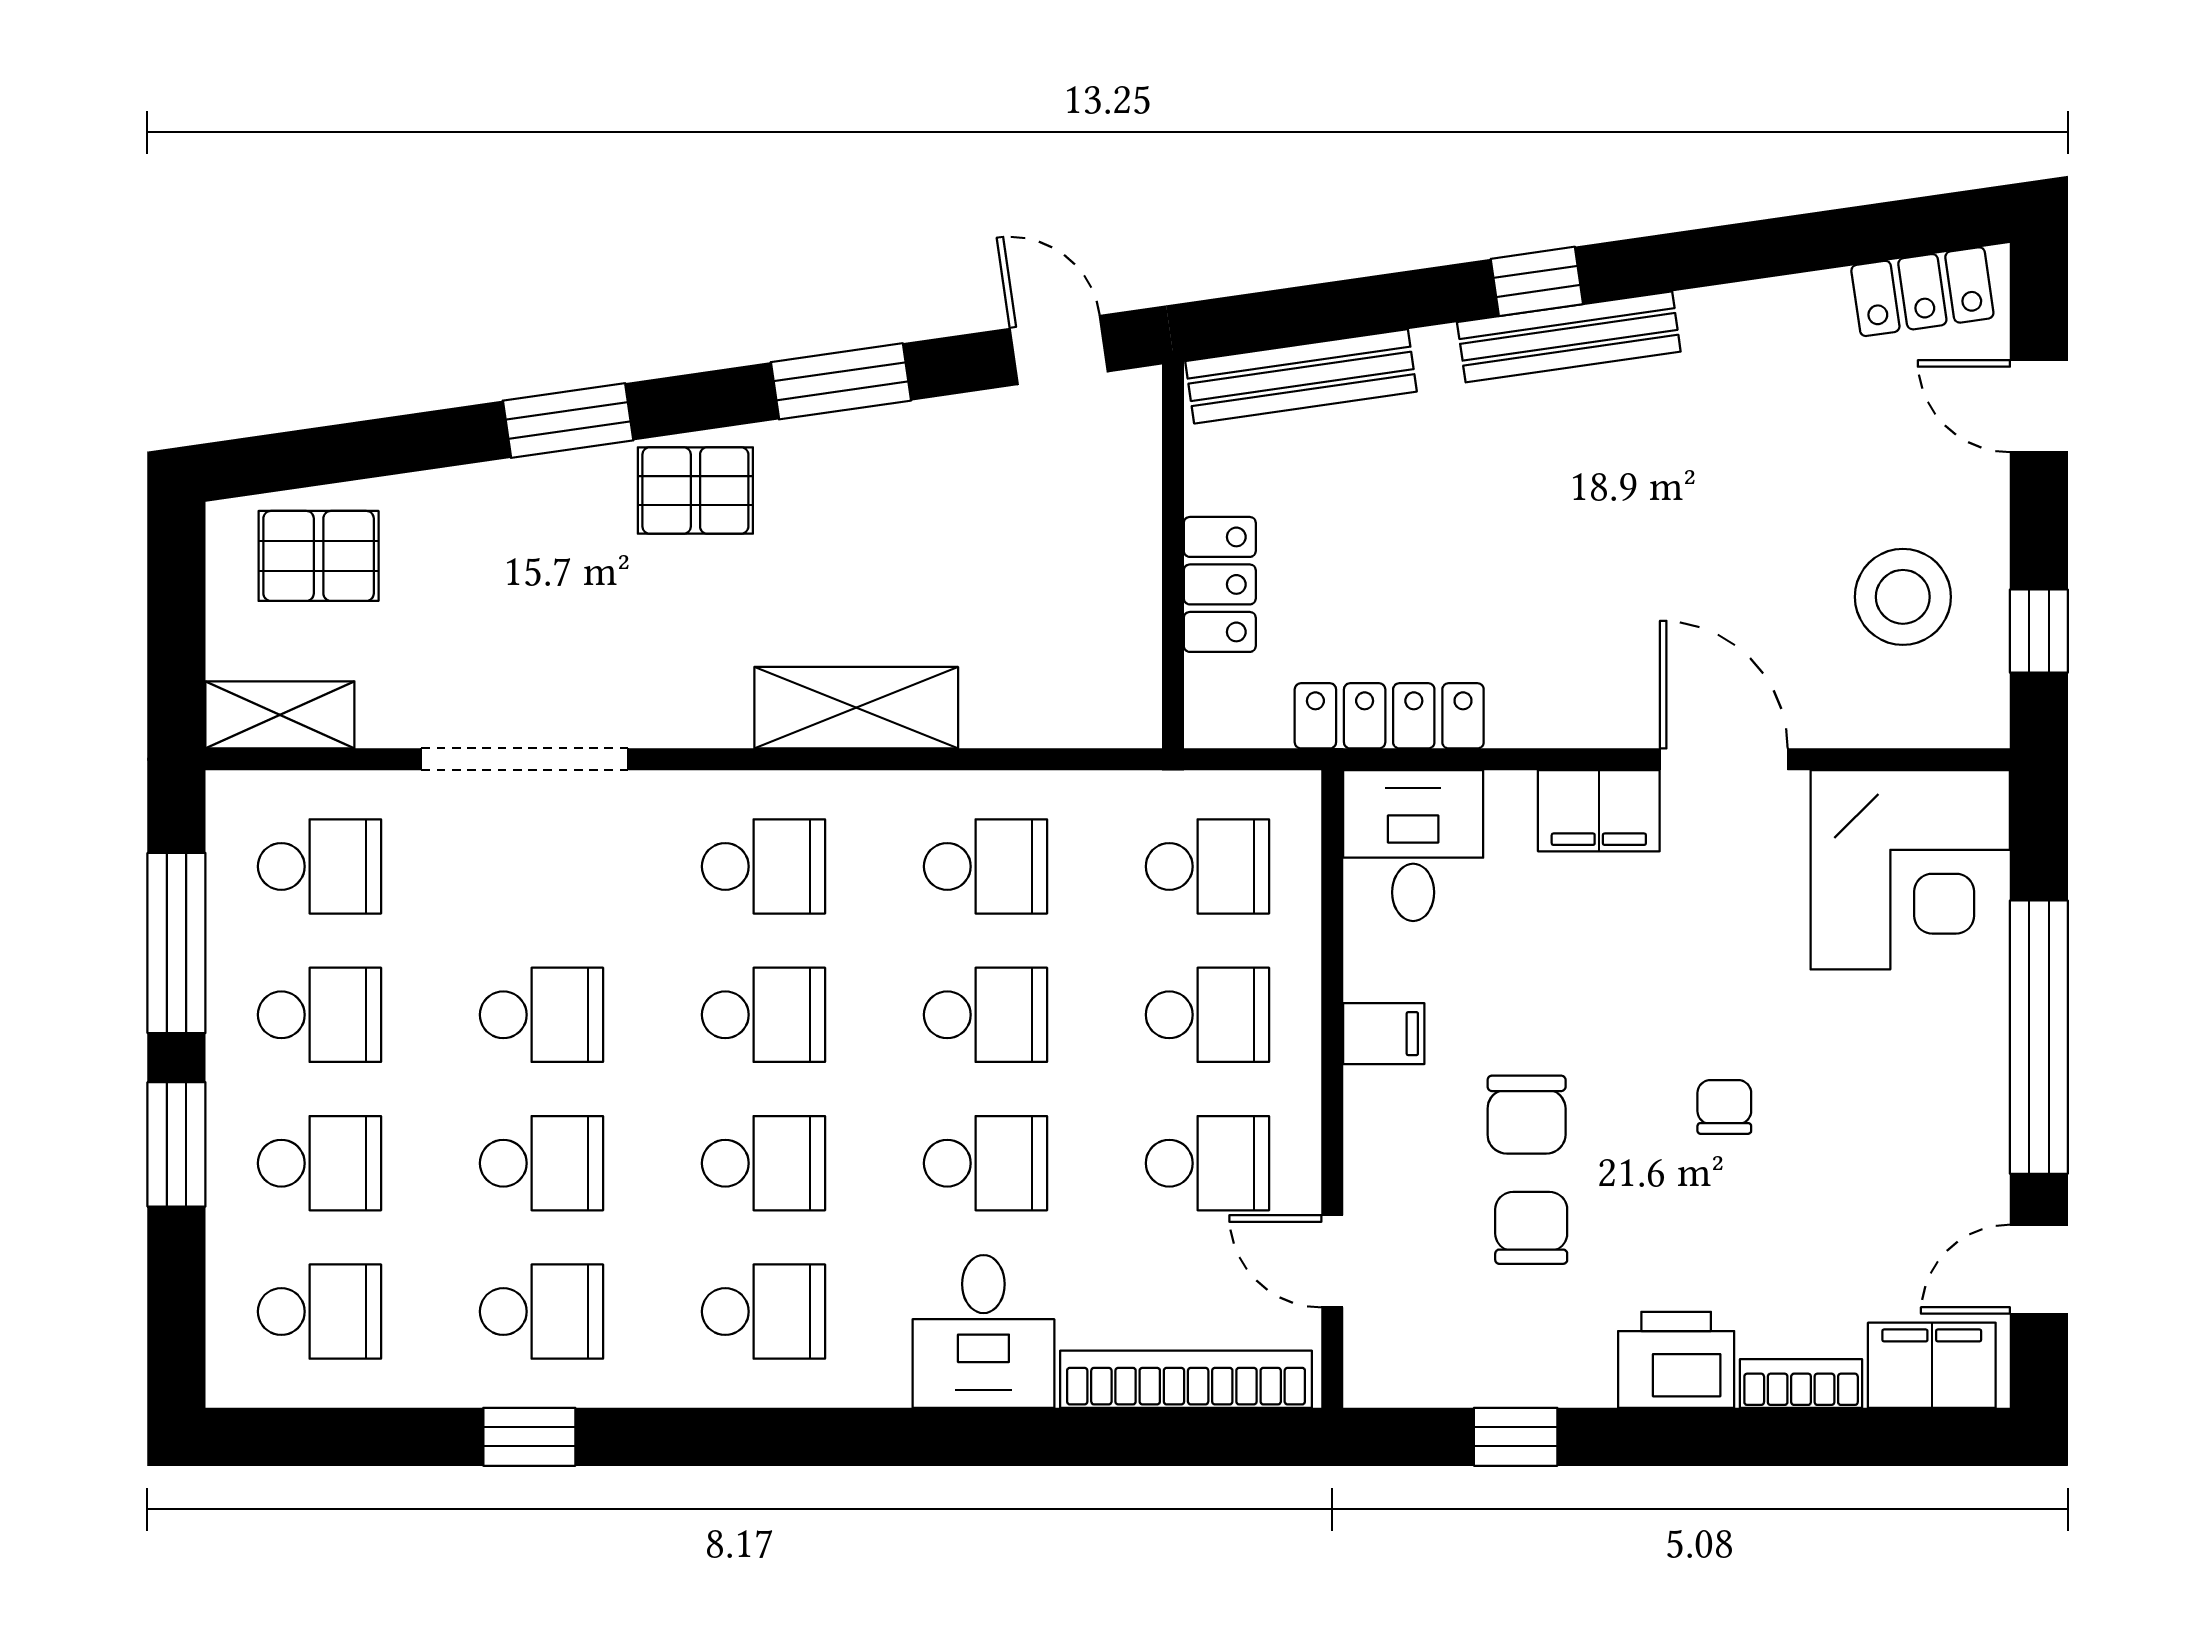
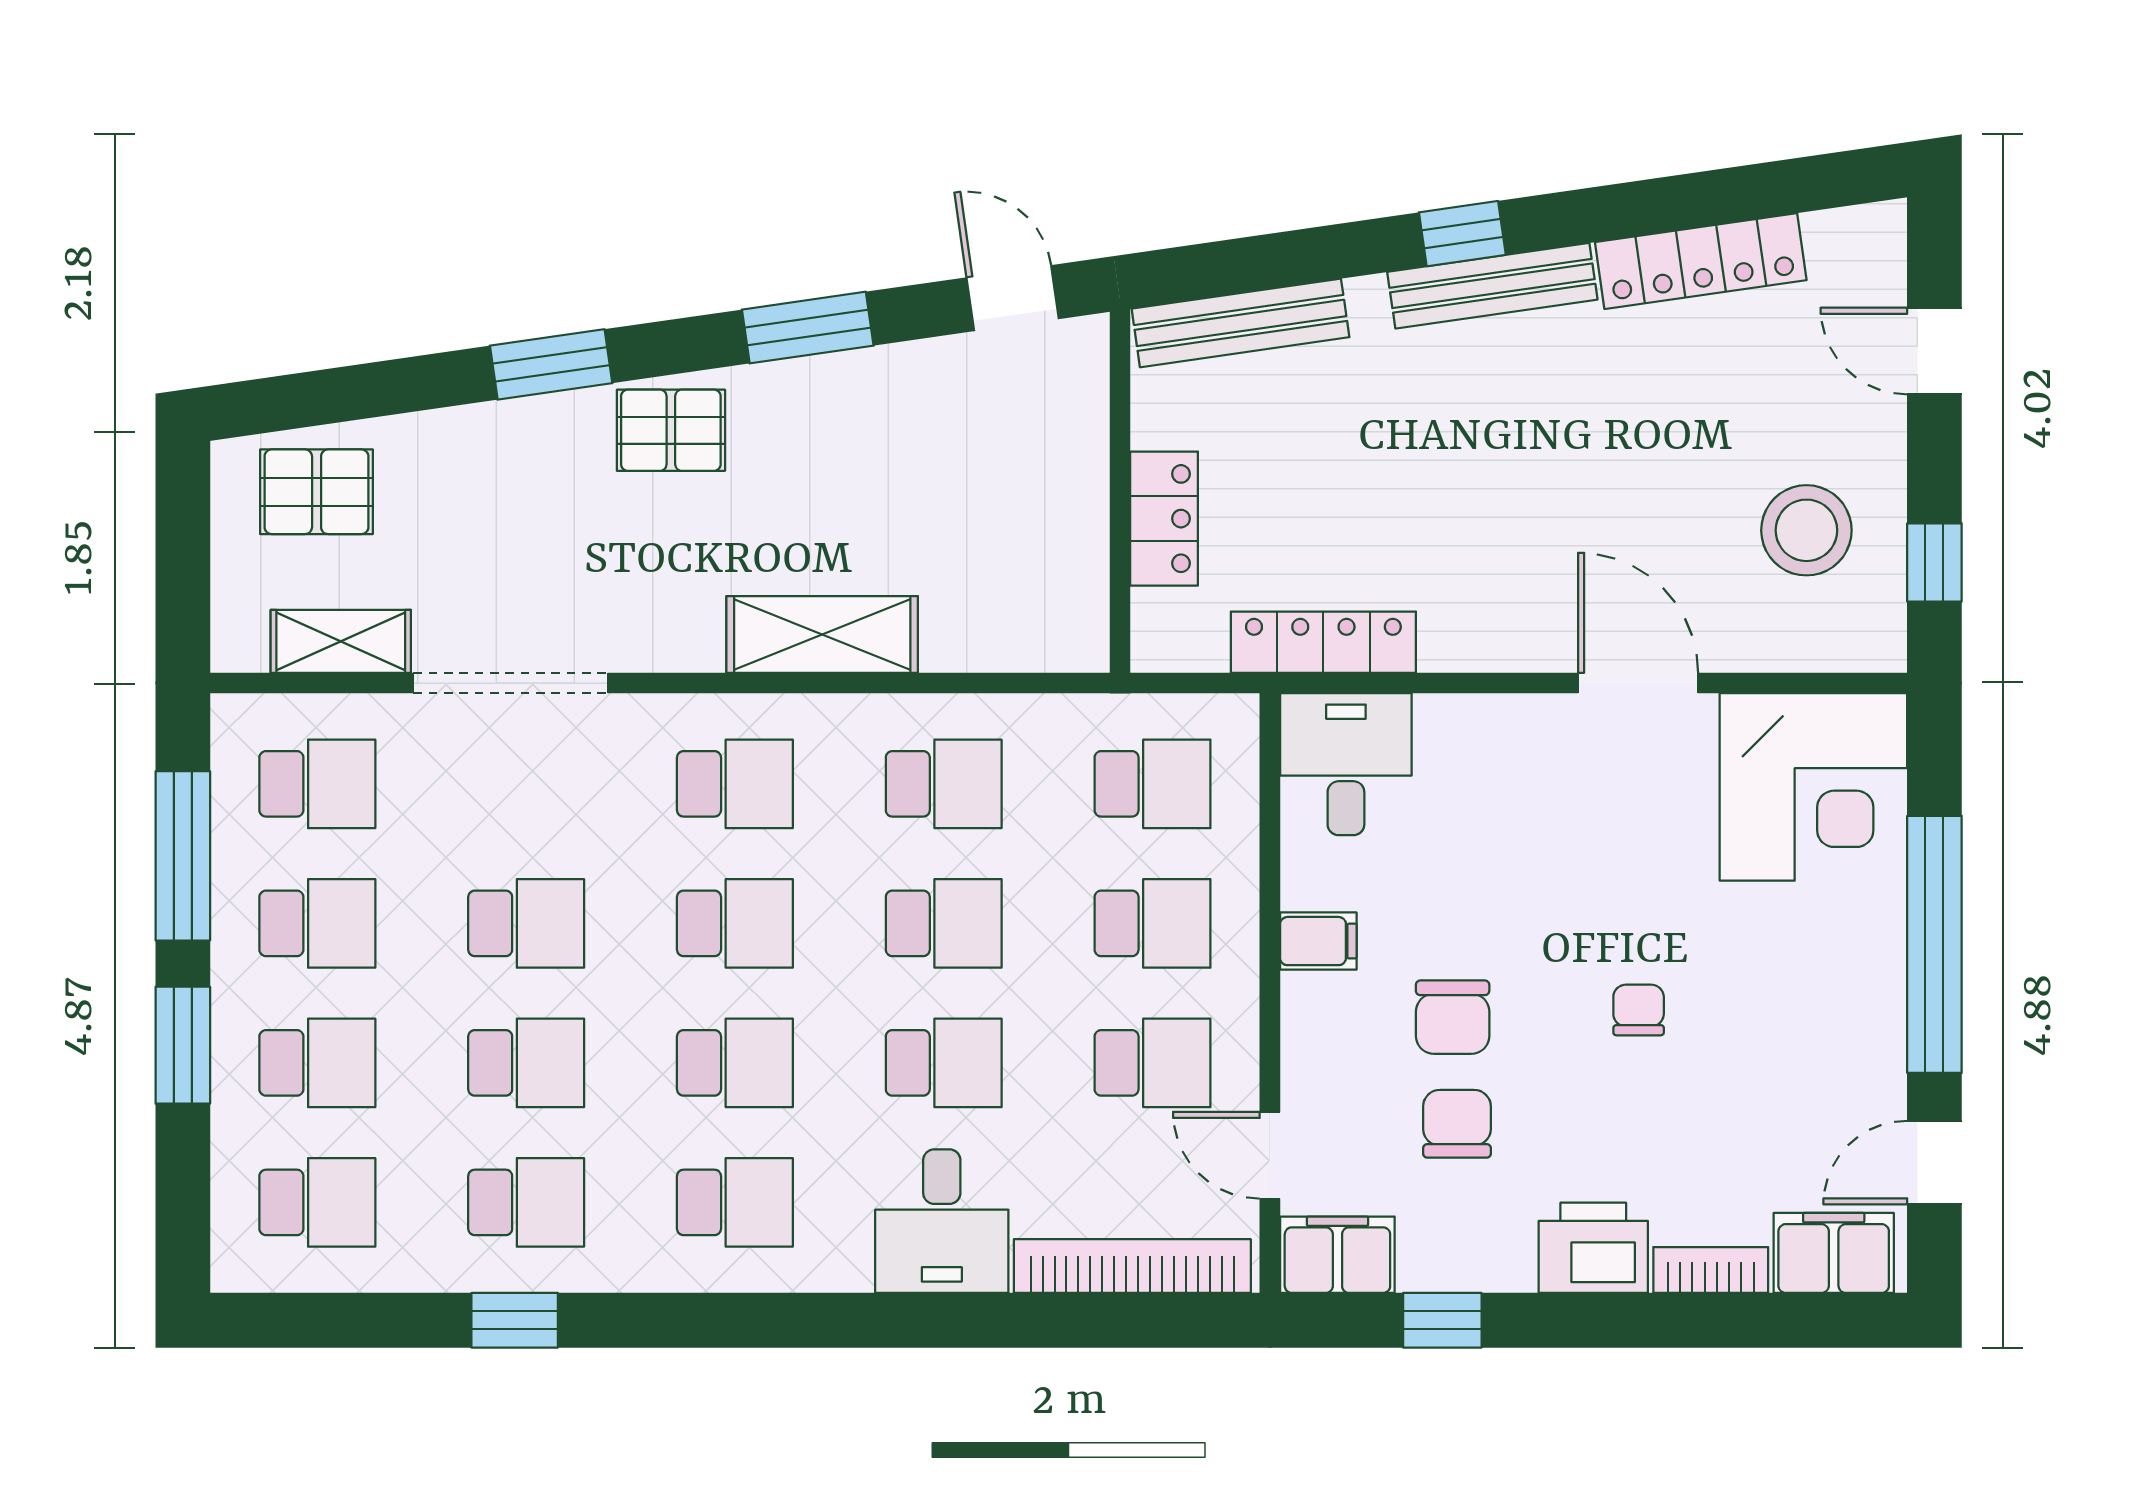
locker: (1922, 292) -> (1701, 261), moved, width x1.53
shelving: (280, 715) -> (341, 641), moved
filing cabinet: (1599, 811) -> (1337, 1255), moved, turned 180

